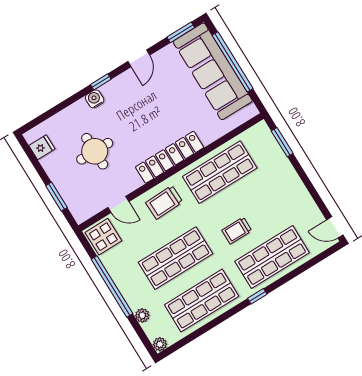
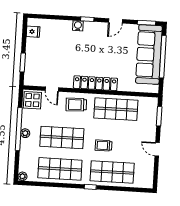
round table: (95, 151) -> (59, 53), removed
door: (335, 227) -> (157, 149), moved
plant: (142, 315) -> (25, 133), moved

